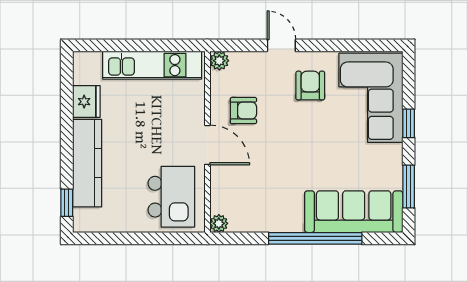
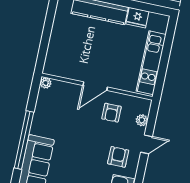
plant: (219, 61) -> (142, 120), moved
armchair: (310, 86) -> (118, 157), turned -90
kitchen island: (171, 197) -> (68, 57), removed

